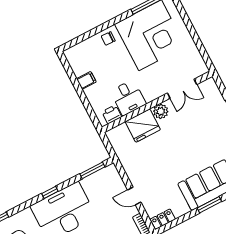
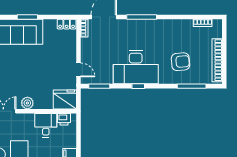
fridge: (143, 126) -> (65, 99), moved
door: (134, 196) -> (78, 70), moved

